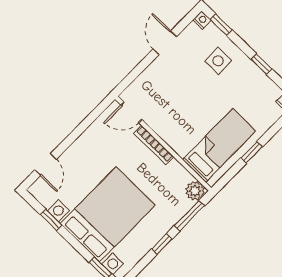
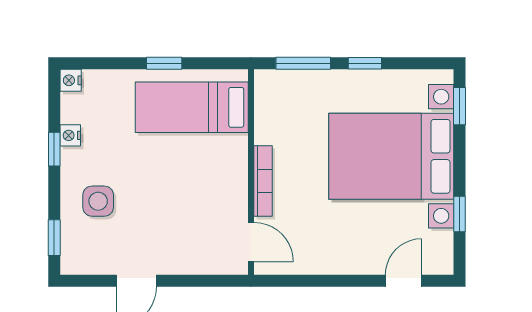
nightstand: (202, 20) -> (70, 135), moved
plant: (195, 191) -> (269, 84), removed

